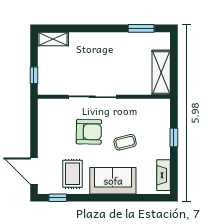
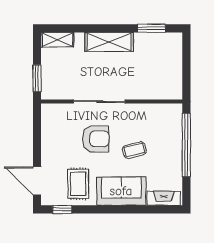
shelving: (161, 73) -> (109, 42), moved, turned 90
window: (34, 75) -> (37, 78), width x1.50
window: (174, 137) -> (186, 145), width x3.17
fireplace: (164, 175) -> (164, 198), moved, turned 90

